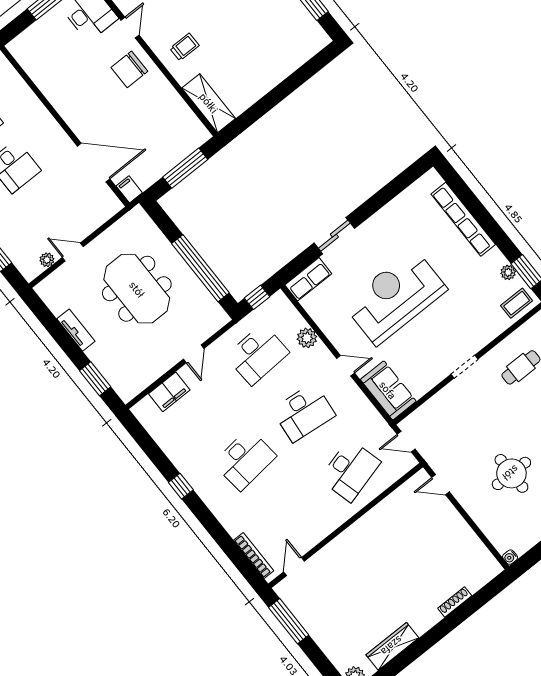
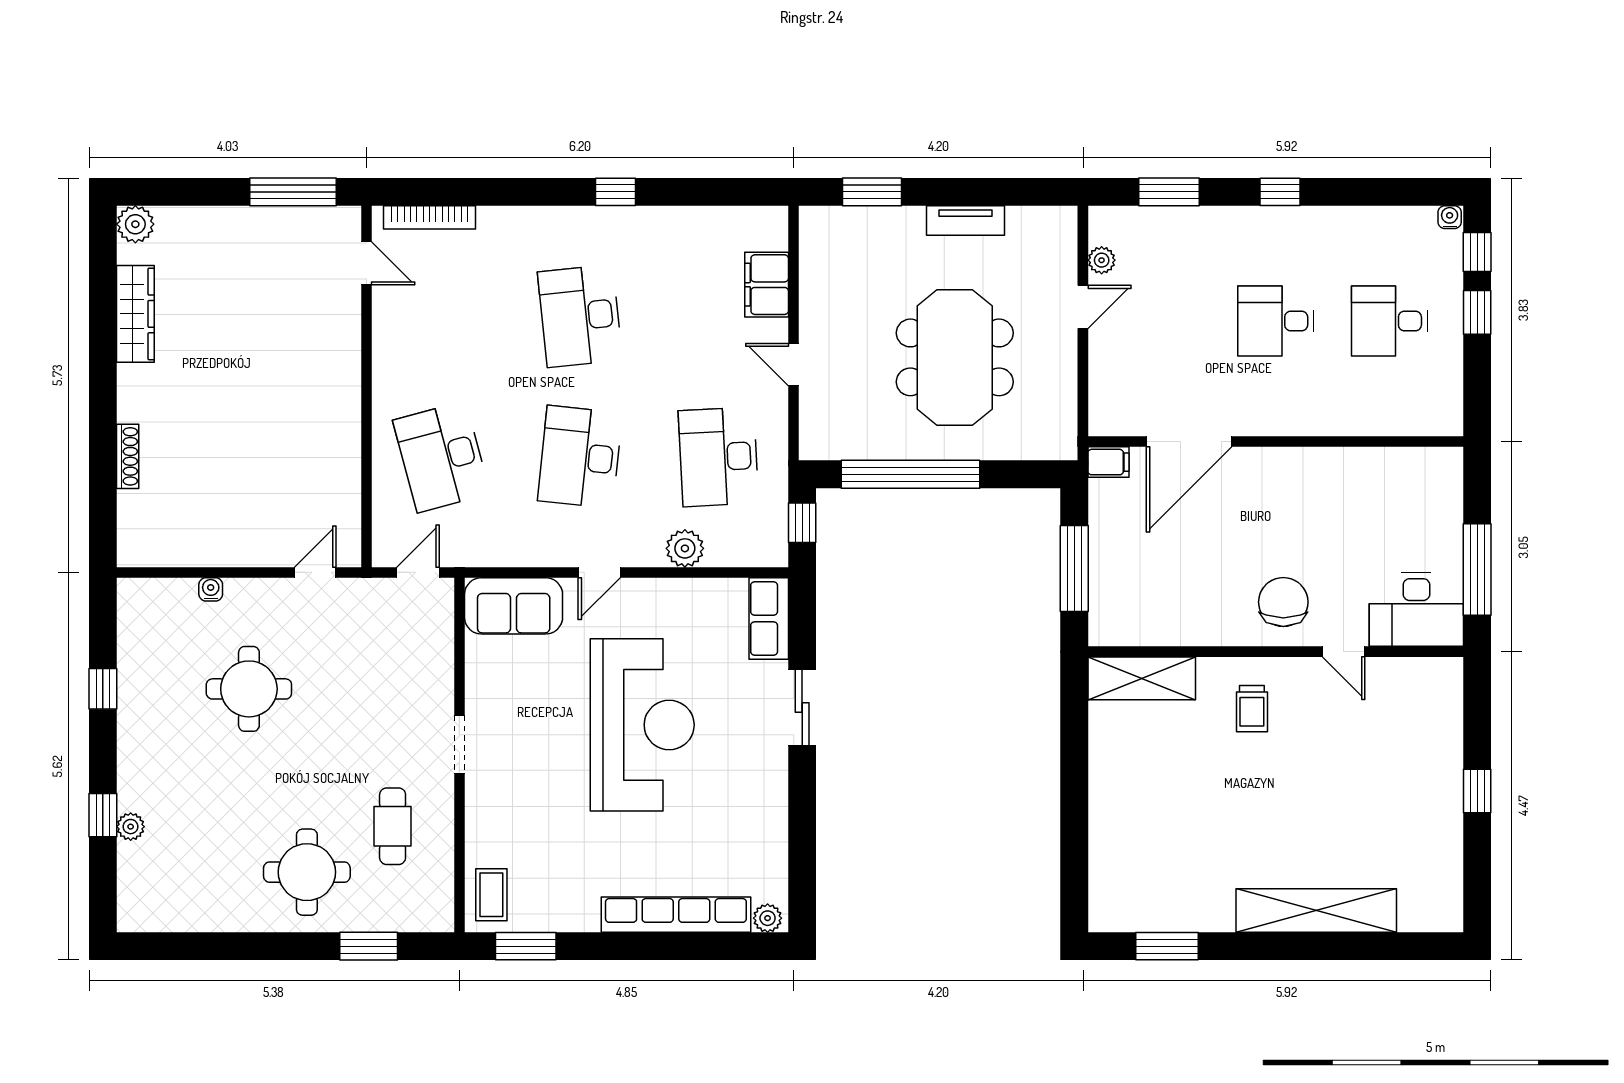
plant: (508, 272) -> (768, 918), moved
meeting table: (137, 289) -> (955, 357), turned 90
water cooler: (510, 557) -> (211, 589), moved

